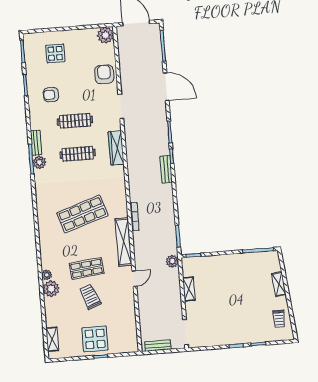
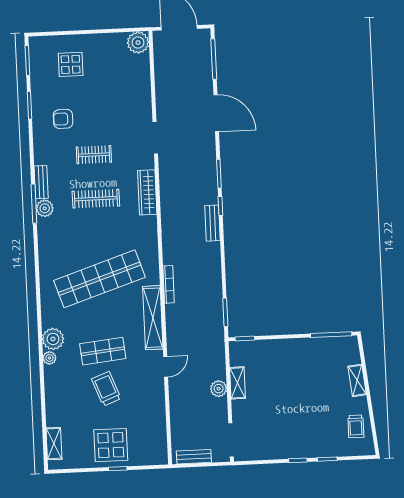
armchair: (104, 74) -> (135, 94), removed
clothes rail: (75, 121) -> (94, 155), width x0.73
shop shelf: (82, 214) -> (100, 279), width x1.40
plant: (172, 261) -> (219, 389), moved
plant: (51, 289) -> (53, 339), moved

